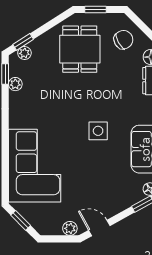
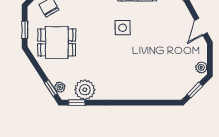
plant: (15, 84) -> (85, 90), width x1.88, depth x1.88
corner sofa: (35, 166) -> (151, 79), removed
plant: (70, 228) -> (201, 67), moved

